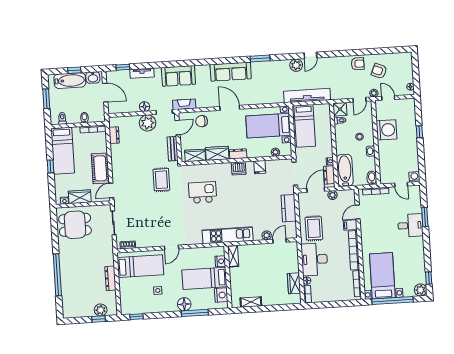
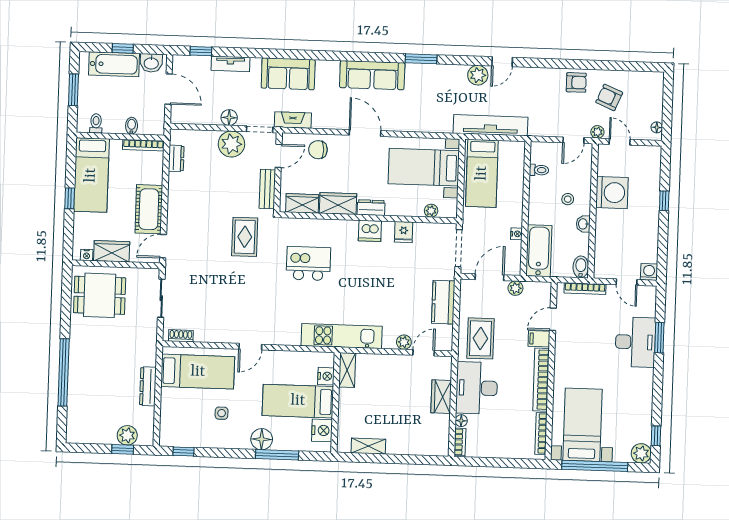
shower: (340, 109) -> (541, 152), removed
dresser: (329, 175) -> (513, 256), removed
desk: (410, 225) -> (635, 342), width x1.37
wardrobe: (294, 283) -> (441, 397), moved

